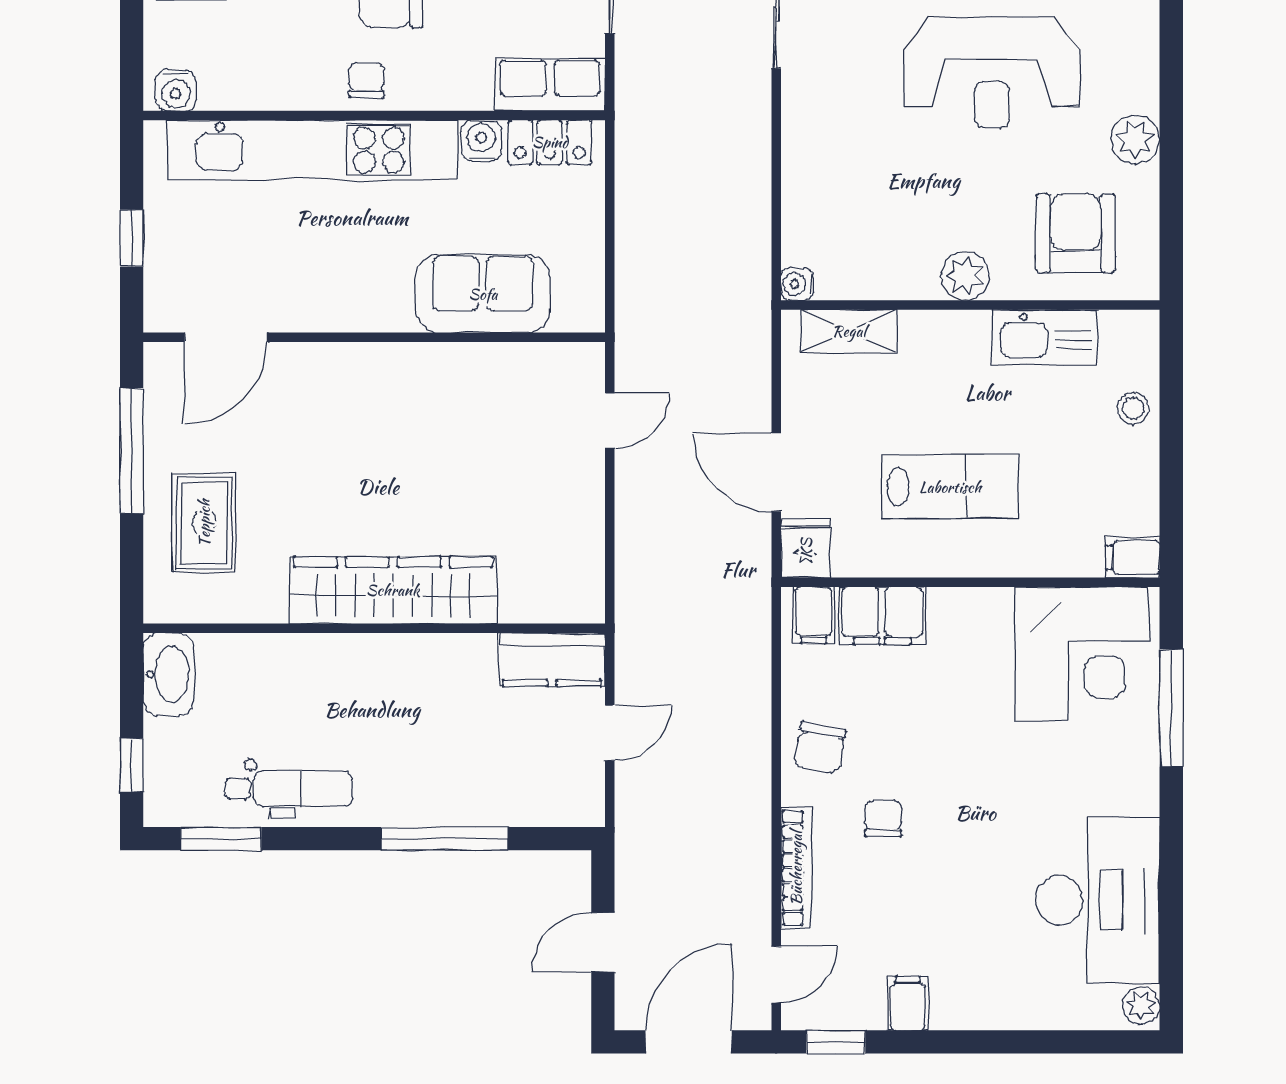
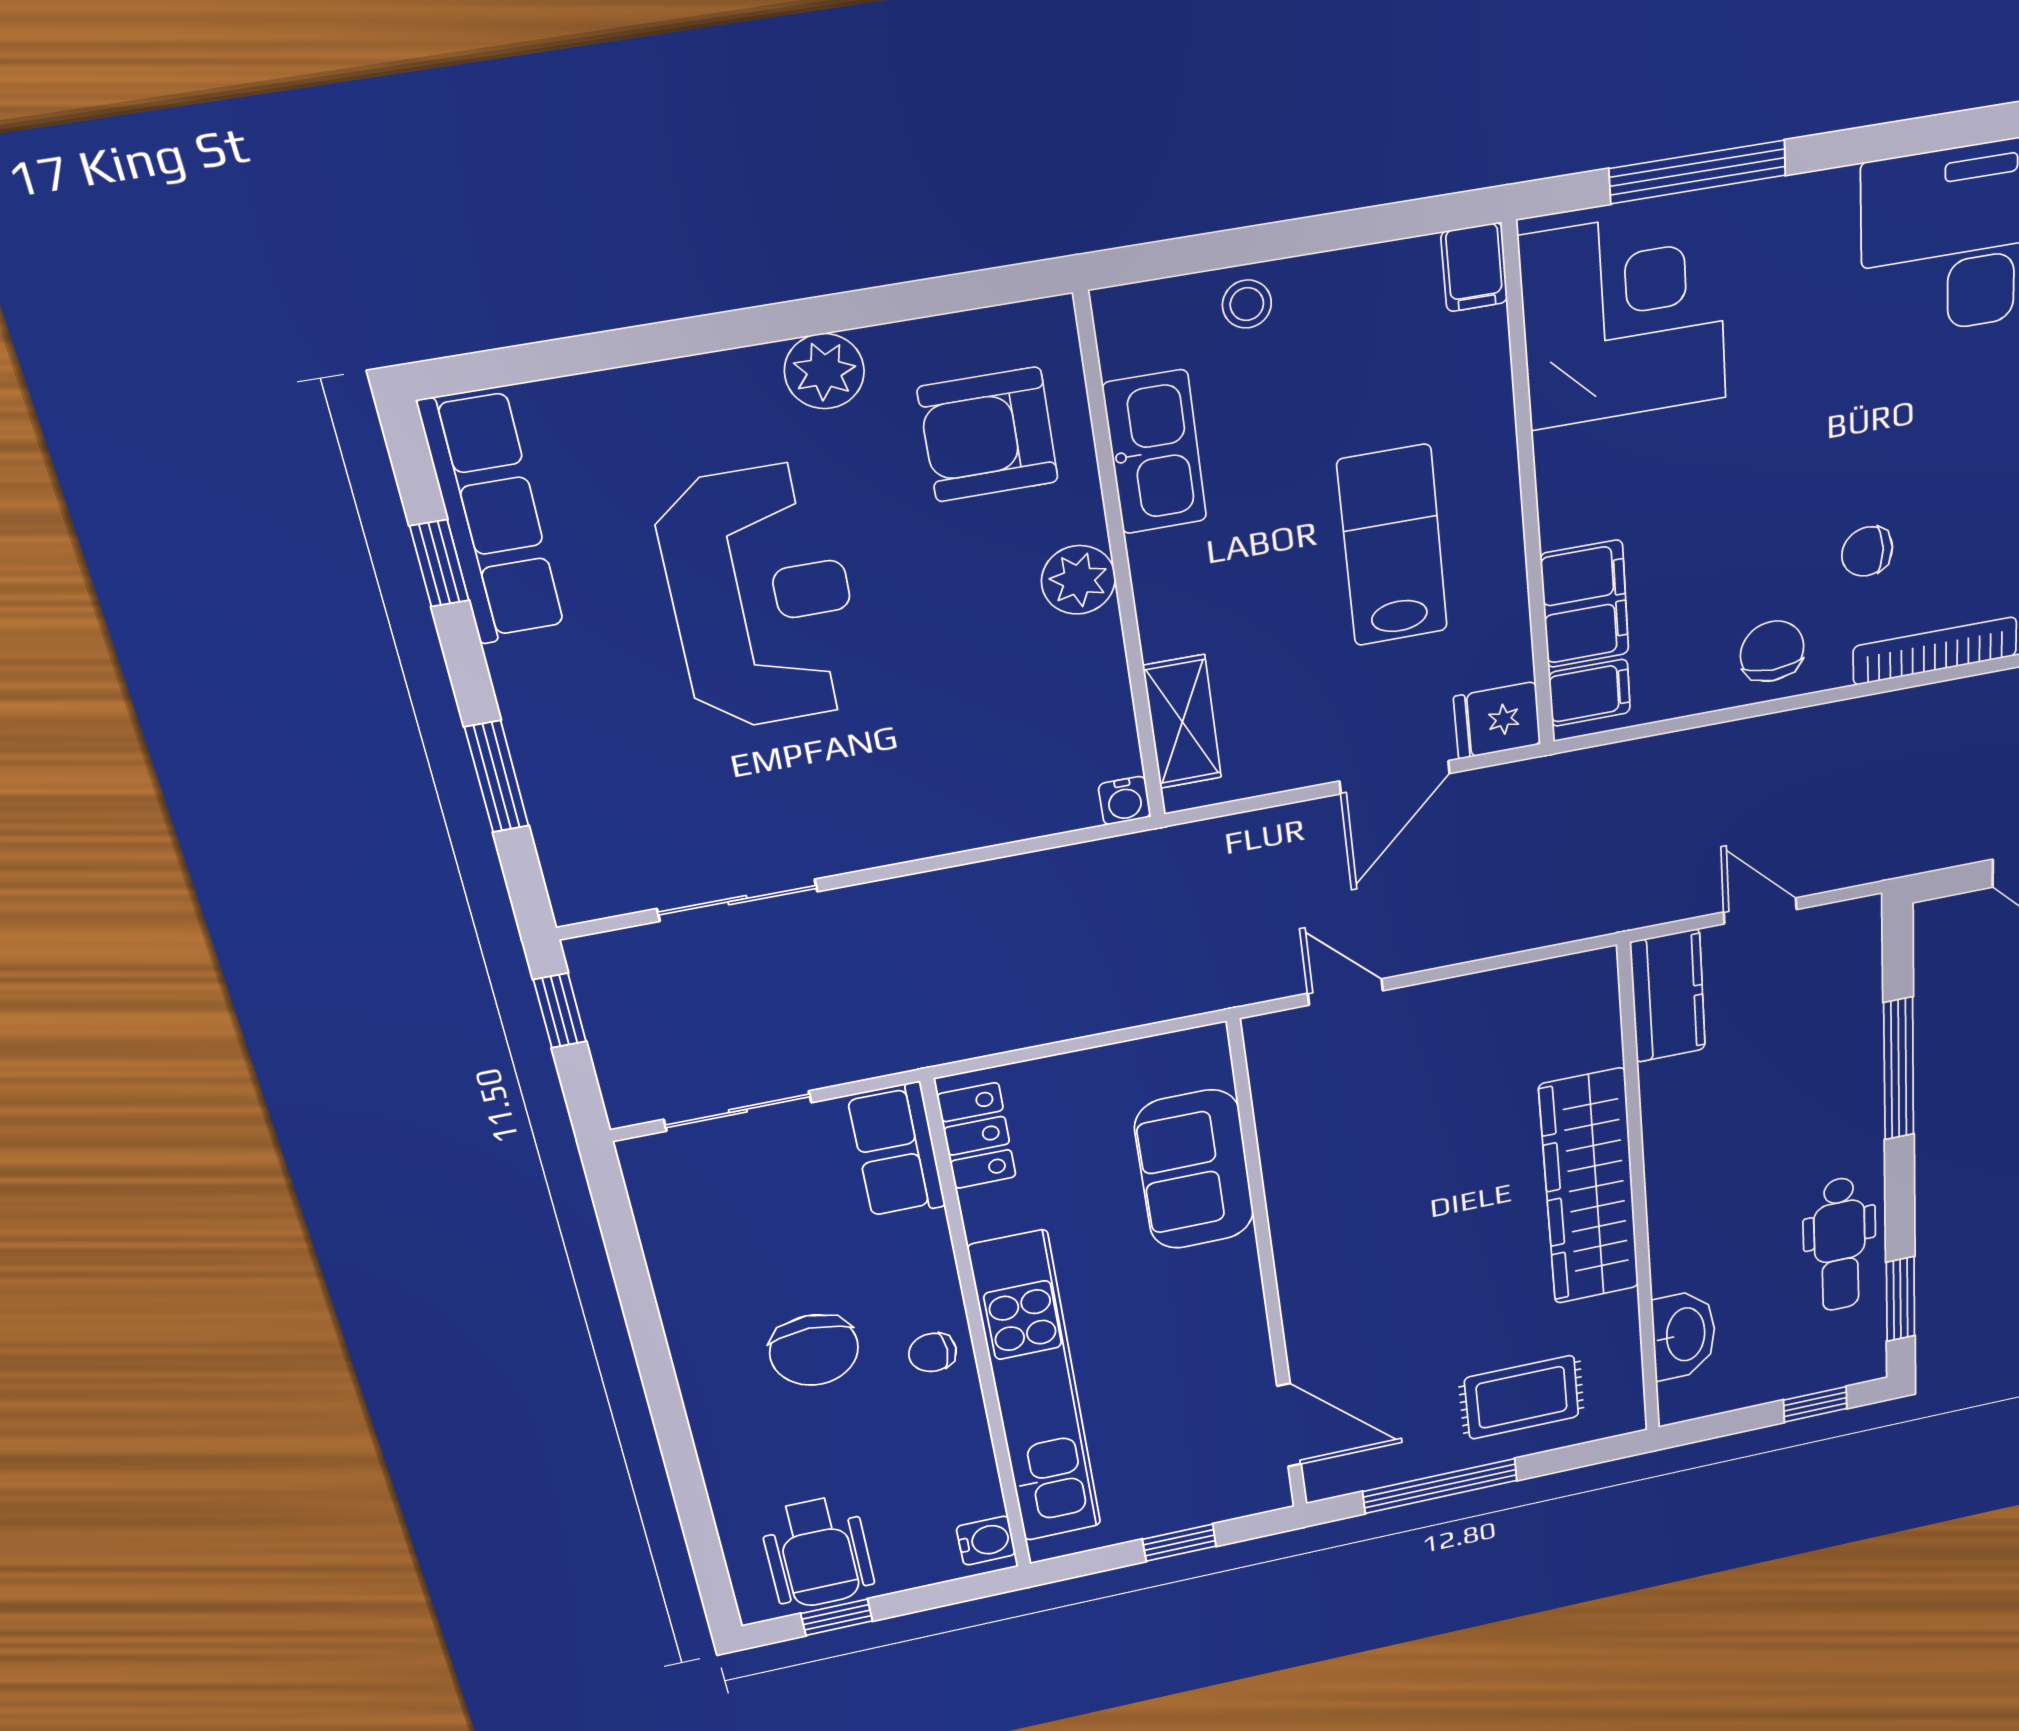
water cooler: (481, 141) -> (989, 1213), removed
washbasin: (168, 674) -> (1684, 1335), moved, turned 90
chair: (820, 748) -> (1772, 651), turned -101
dental chair: (289, 789) -> (1840, 1244), turned 180

